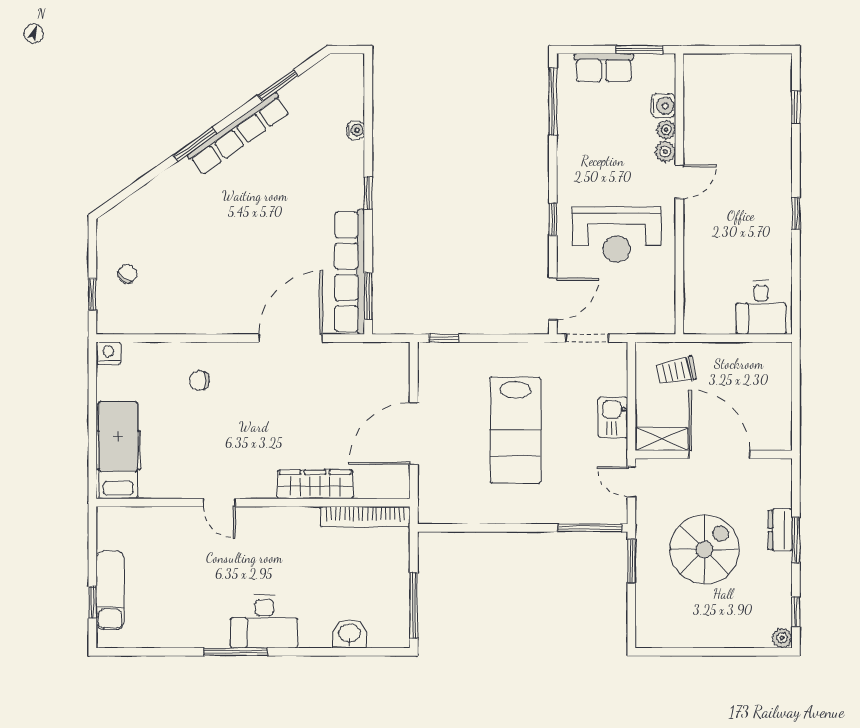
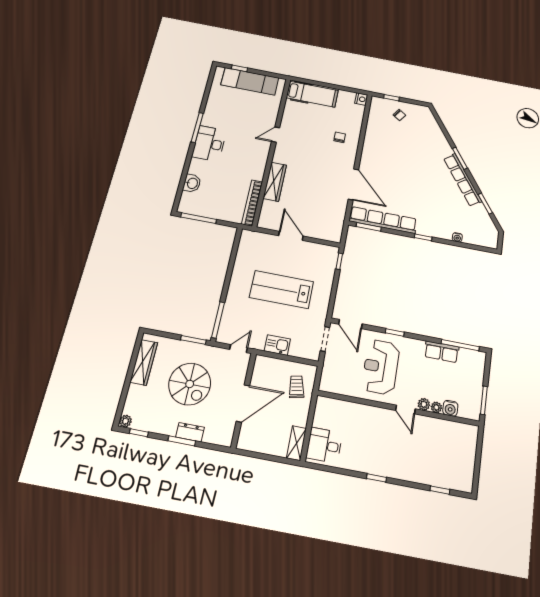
row of seats: (604, 68) -> (442, 352), moved, turned -90
door: (414, 434) -> (291, 236), width x0.73
shelving: (662, 439) -> (296, 443), moved
exam couch: (110, 590) -> (250, 81), width x1.36, depth x1.45
wardrobe: (684, 634) -> (144, 362), added

